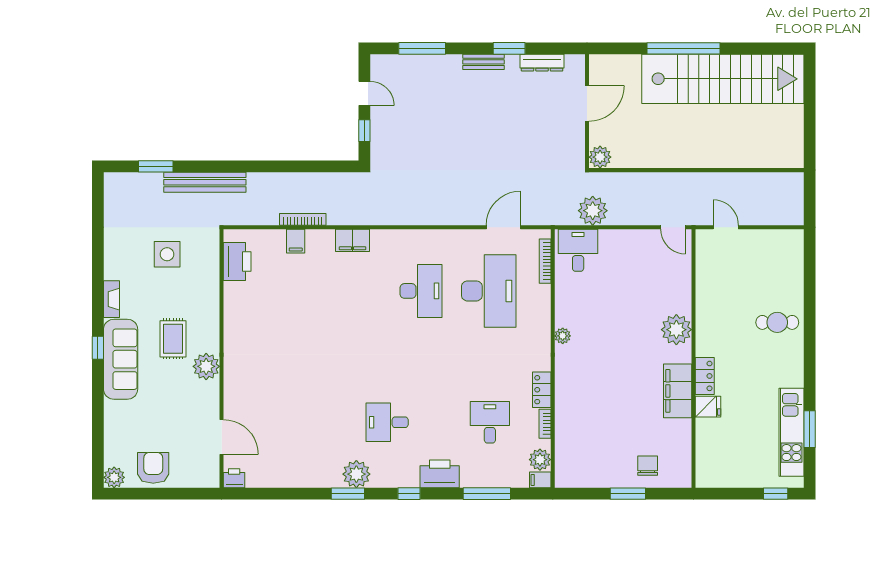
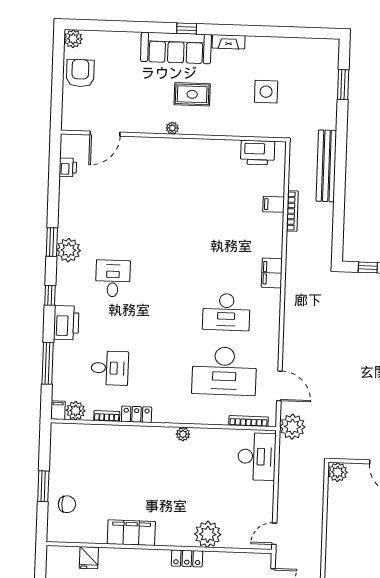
bench: (205, 182) -> (326, 166), moved
plant: (593, 211) -> (292, 427), moved
filing cabinet: (353, 240) -> (272, 273), moved
desk: (578, 250) -> (257, 457), width x1.37
plant: (676, 330) -> (208, 534), moved
plant: (206, 366) -> (172, 128), width x0.53, depth x0.53
locker: (705, 376) -> (187, 558), moved
fridge: (708, 407) -> (89, 558), moved
armchair: (153, 468) -> (80, 73), turned -90
printer: (234, 478) -> (68, 167), moved

